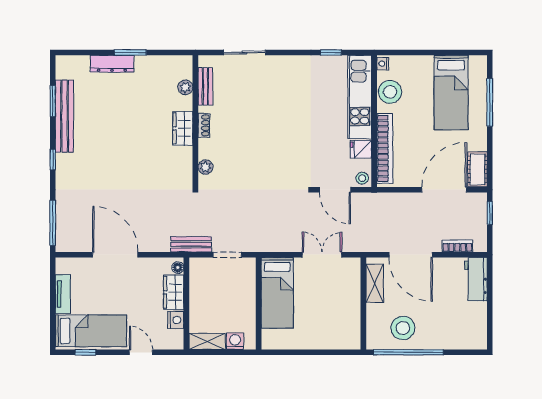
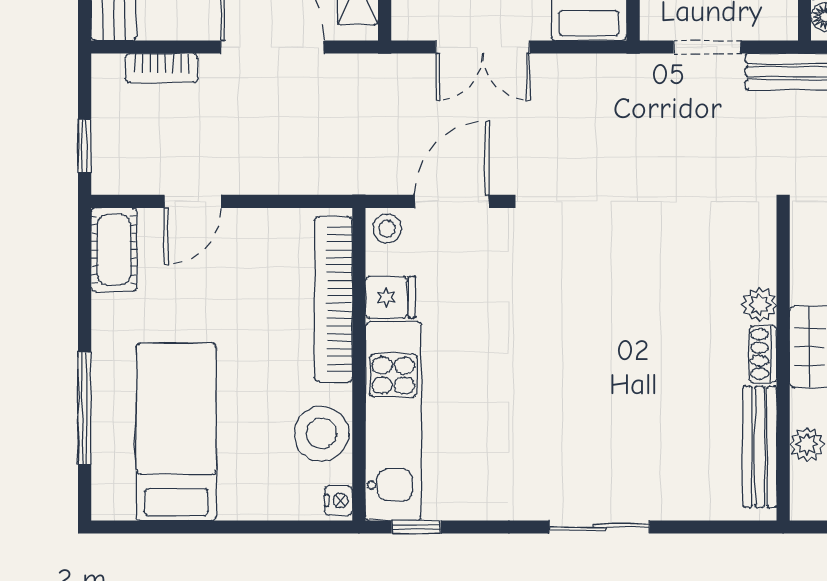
sliding door: (245, 52) -> (599, 527), moved
window: (331, 52) -> (416, 527), moved
bench: (205, 86) -> (760, 447), width x1.36
plant: (205, 167) -> (759, 305), moved
door: (335, 190) -> (452, 201), hinge flipped
door: (444, 190) -> (193, 201), width x0.53

